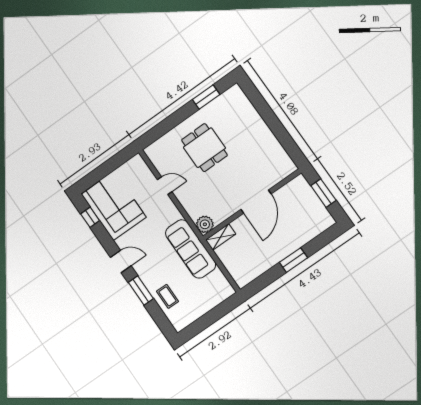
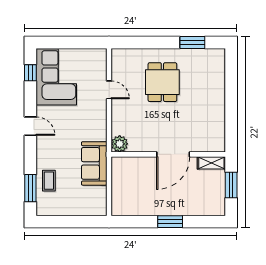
shelving: (221, 237) -> (211, 163), moved
sofa: (191, 249) -> (94, 163), width x0.73
window: (141, 291) -> (30, 188), moved

